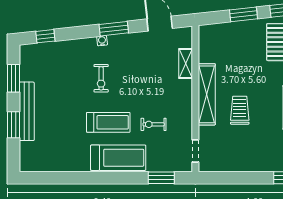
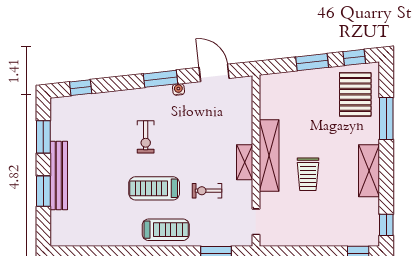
water cooler: (102, 41) -> (178, 89), moved
shelving: (186, 64) -> (245, 162), moved
trolley: (240, 110) -> (308, 174), turned 180
treadmill: (108, 122) -> (154, 188), turned 180
treadmill: (118, 158) -> (166, 230), width x0.73, depth x0.73

